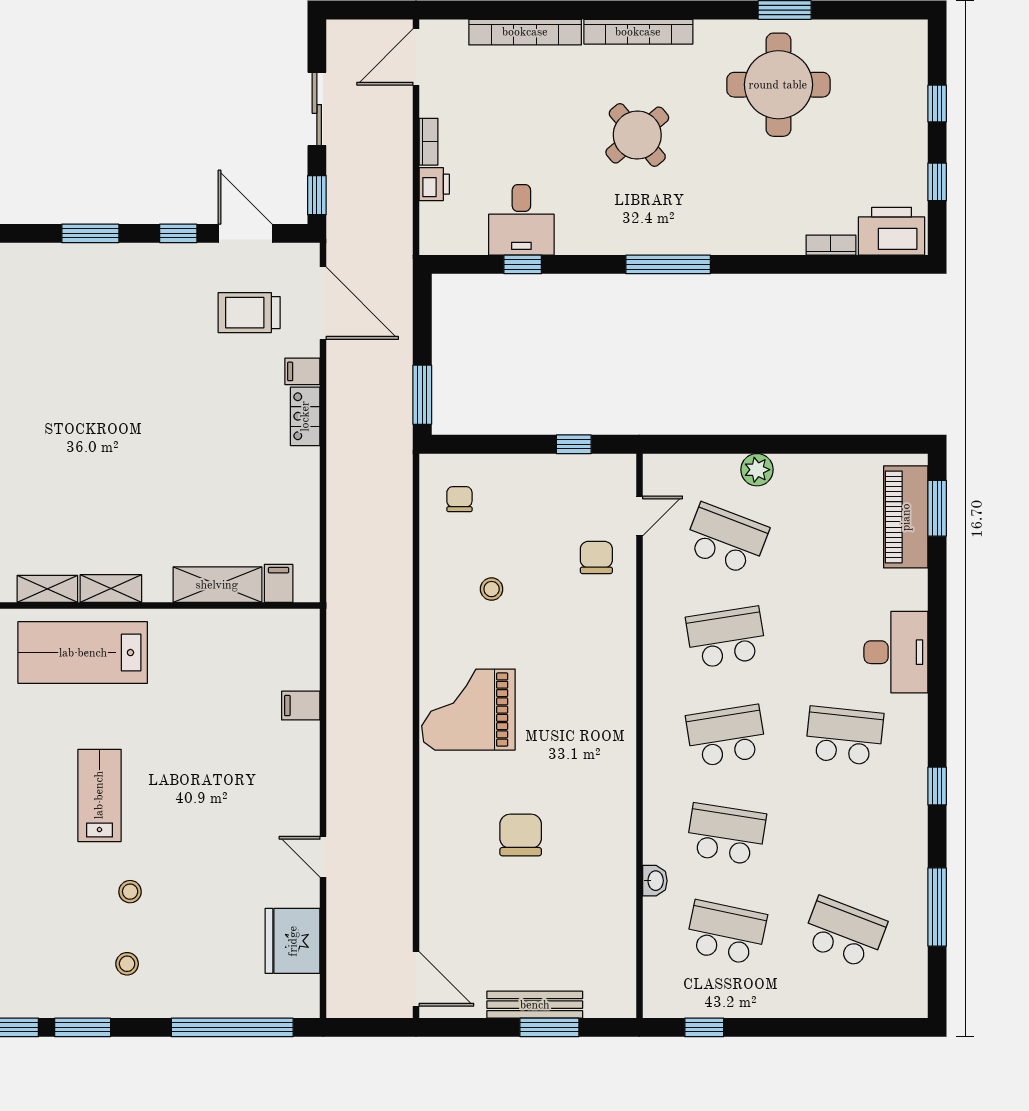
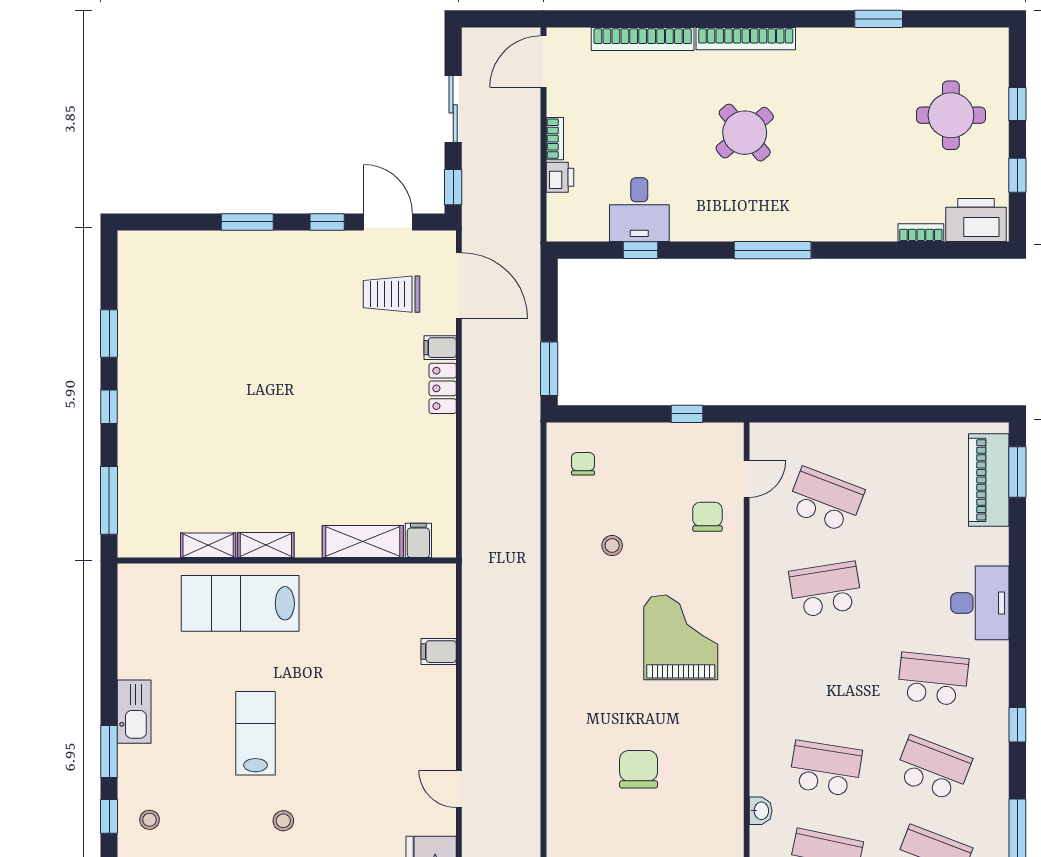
round table: (778, 85) -> (951, 115), moved, width x0.73, depth x0.73
plant: (757, 470) -> (854, 437), removed
grand piano: (468, 710) -> (681, 637), moved, turned 90
school desk: (726, 736) -> (933, 769), moved, turned 30

